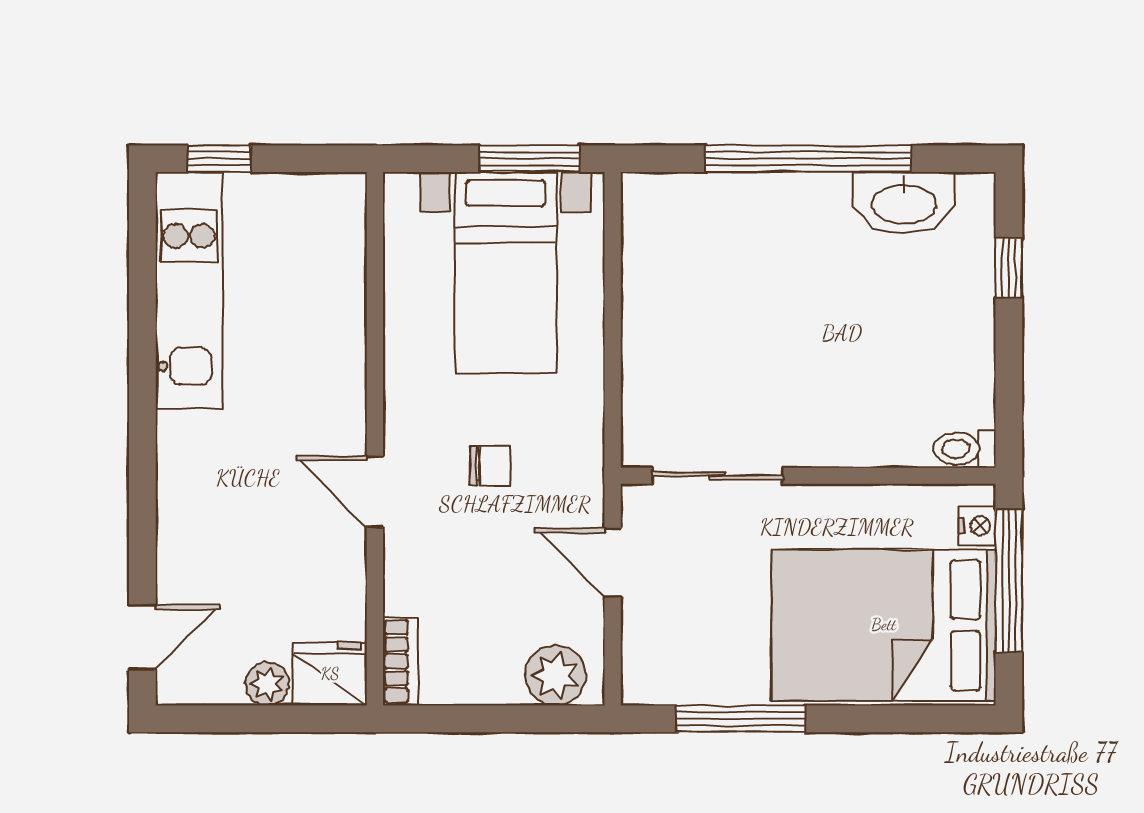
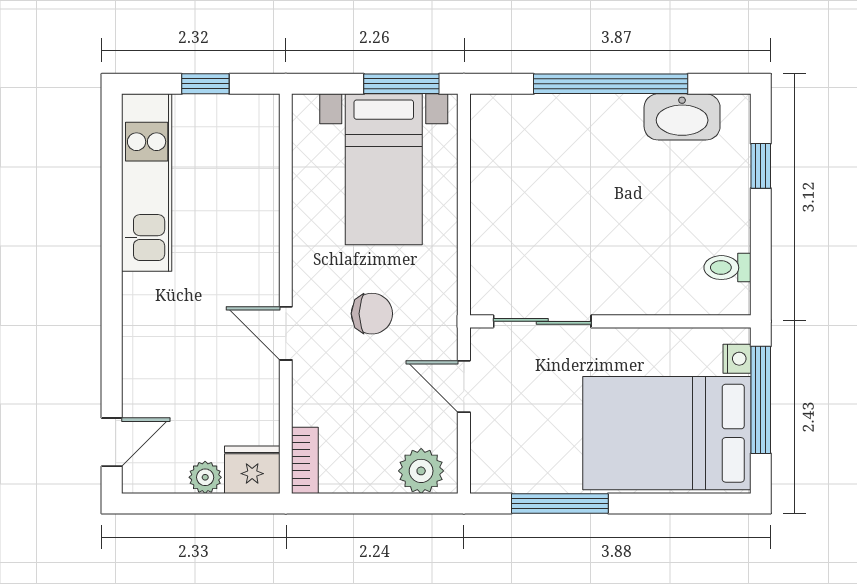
window: (219, 159) -> (205, 84), moved
toilet: (964, 449) -> (727, 268), moved
chair: (490, 465) -> (372, 314), width x1.37, depth x1.37

